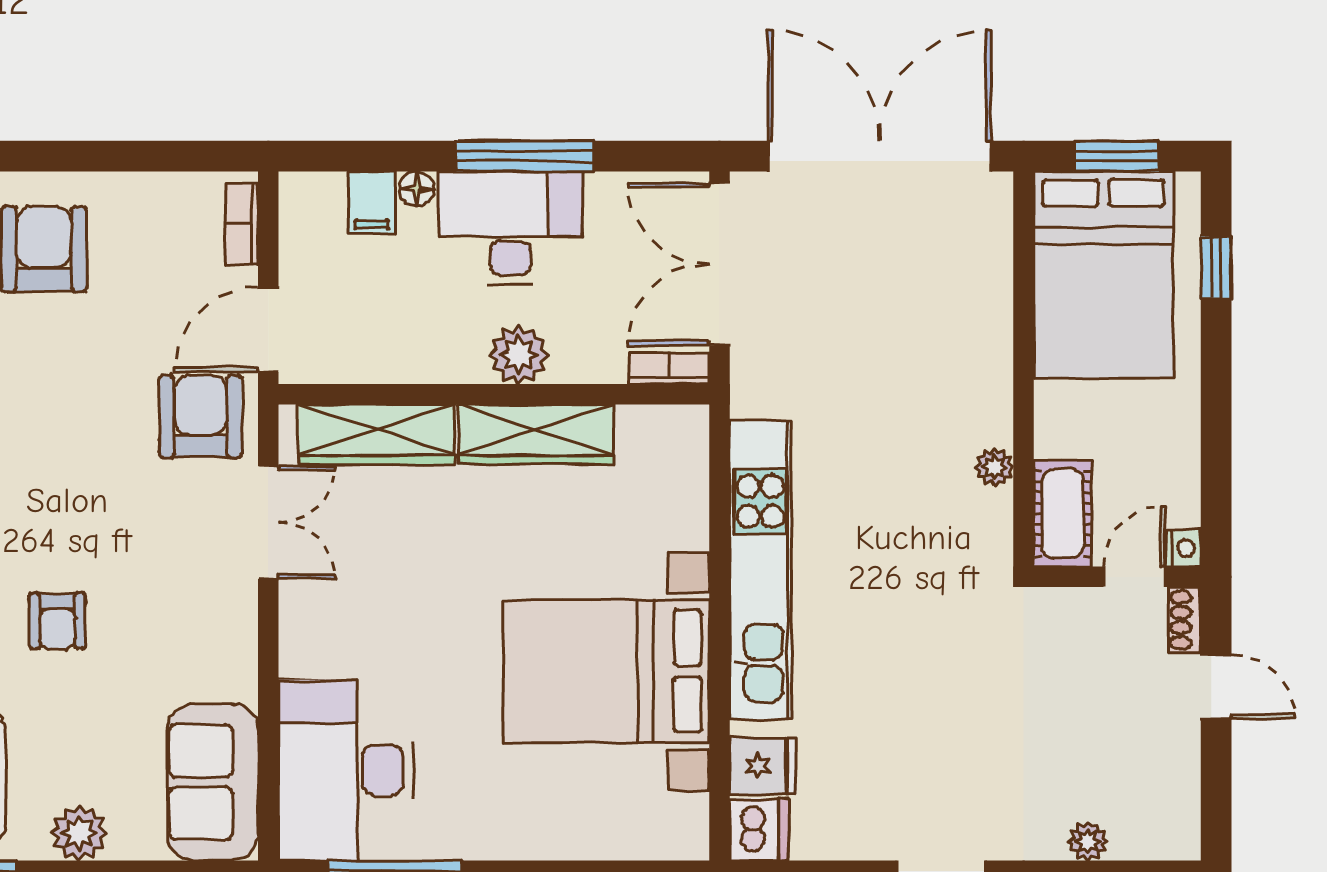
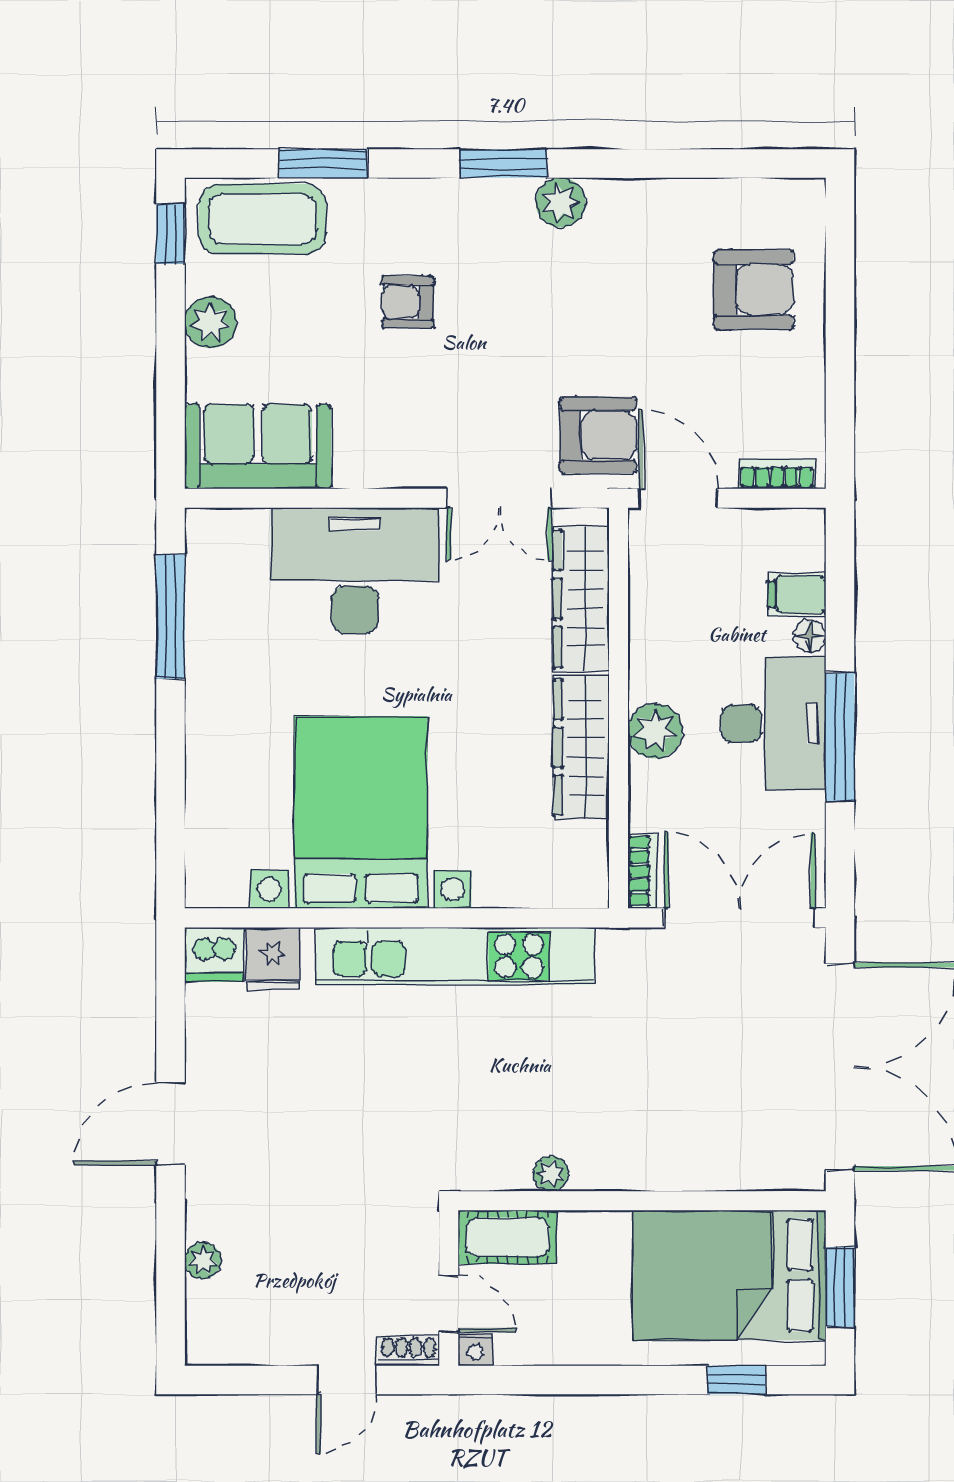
desk: (346, 770) -> (355, 571), moved

